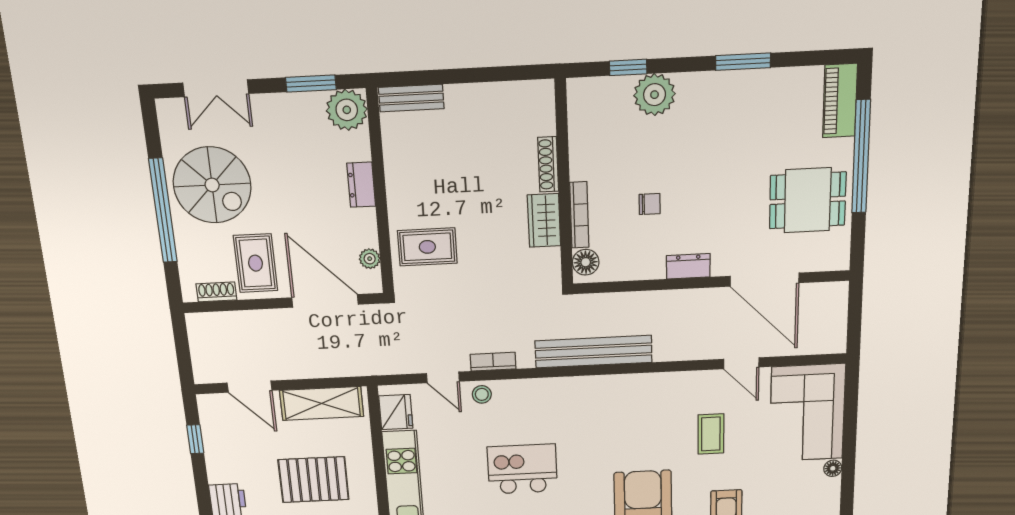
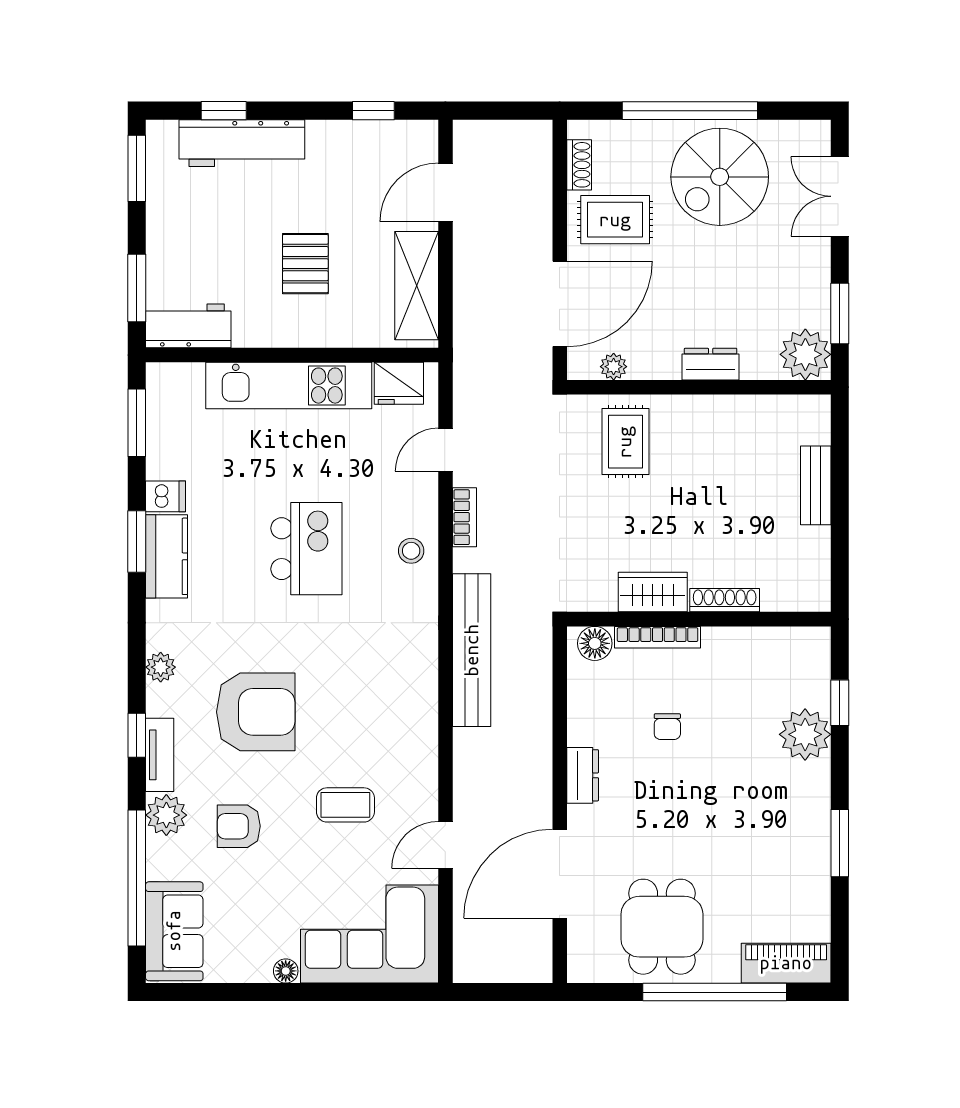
bench: (411, 98) -> (816, 485), moved
stool: (482, 394) -> (411, 551), moved
pallet: (314, 480) -> (305, 264), width x0.67, depth x0.71

